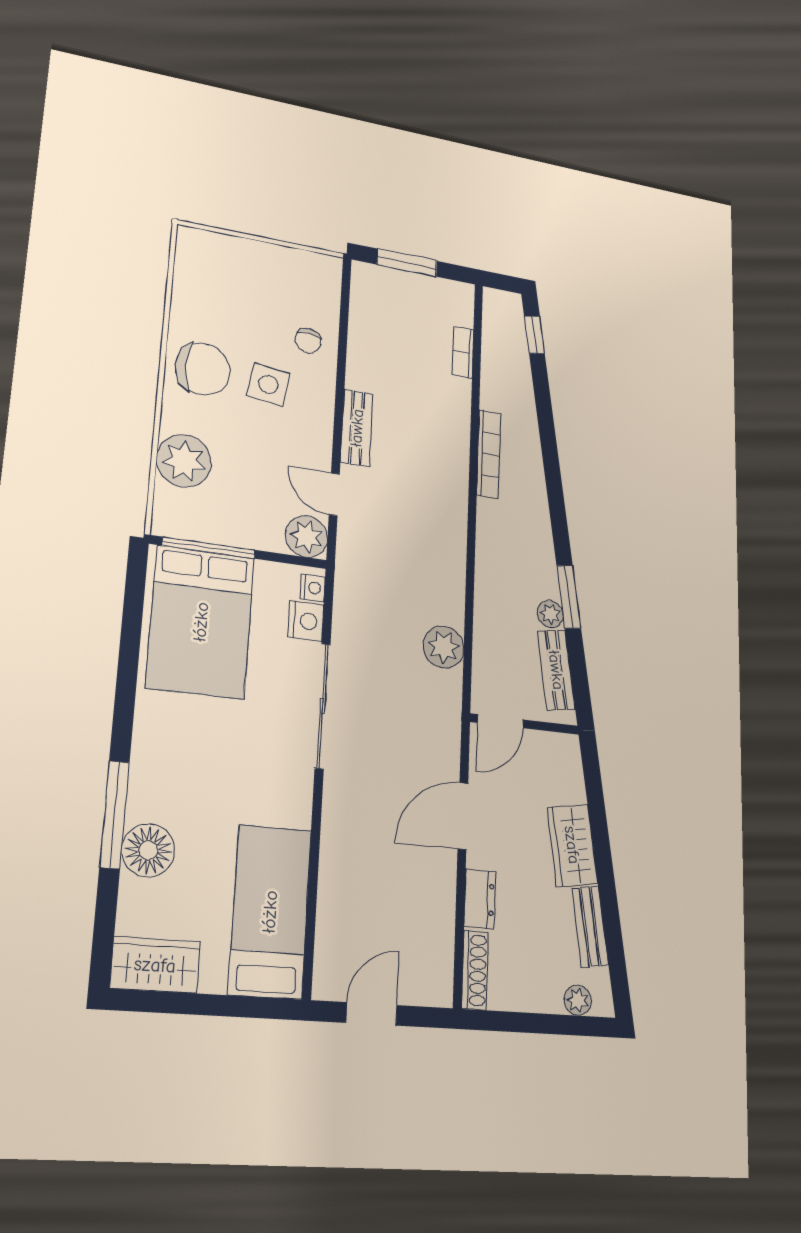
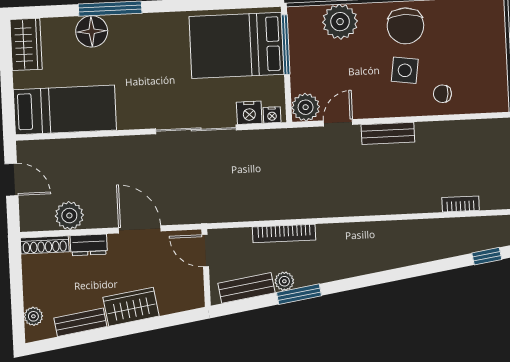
bookcase: (489, 454) -> (284, 233), moved
plant: (444, 647) -> (69, 216), moved

